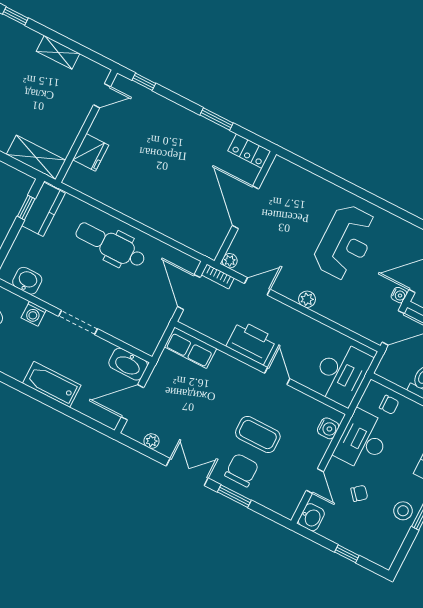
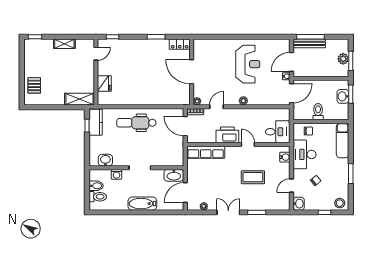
row of seats: (190, 348) -> (206, 152), width x1.48
desk: (341, 373) -> (278, 132), width x0.73
chair: (242, 470) -> (254, 198), removed
door: (315, 481) -> (291, 185), swing flipped
stool: (403, 511) -> (340, 203), moved

